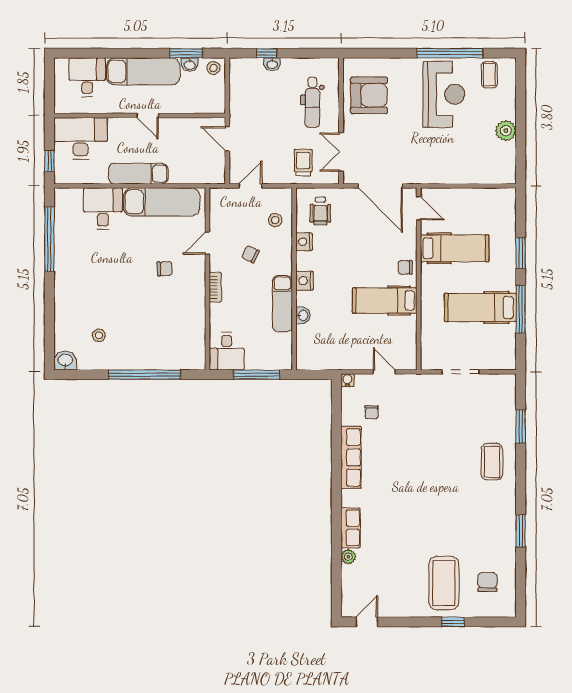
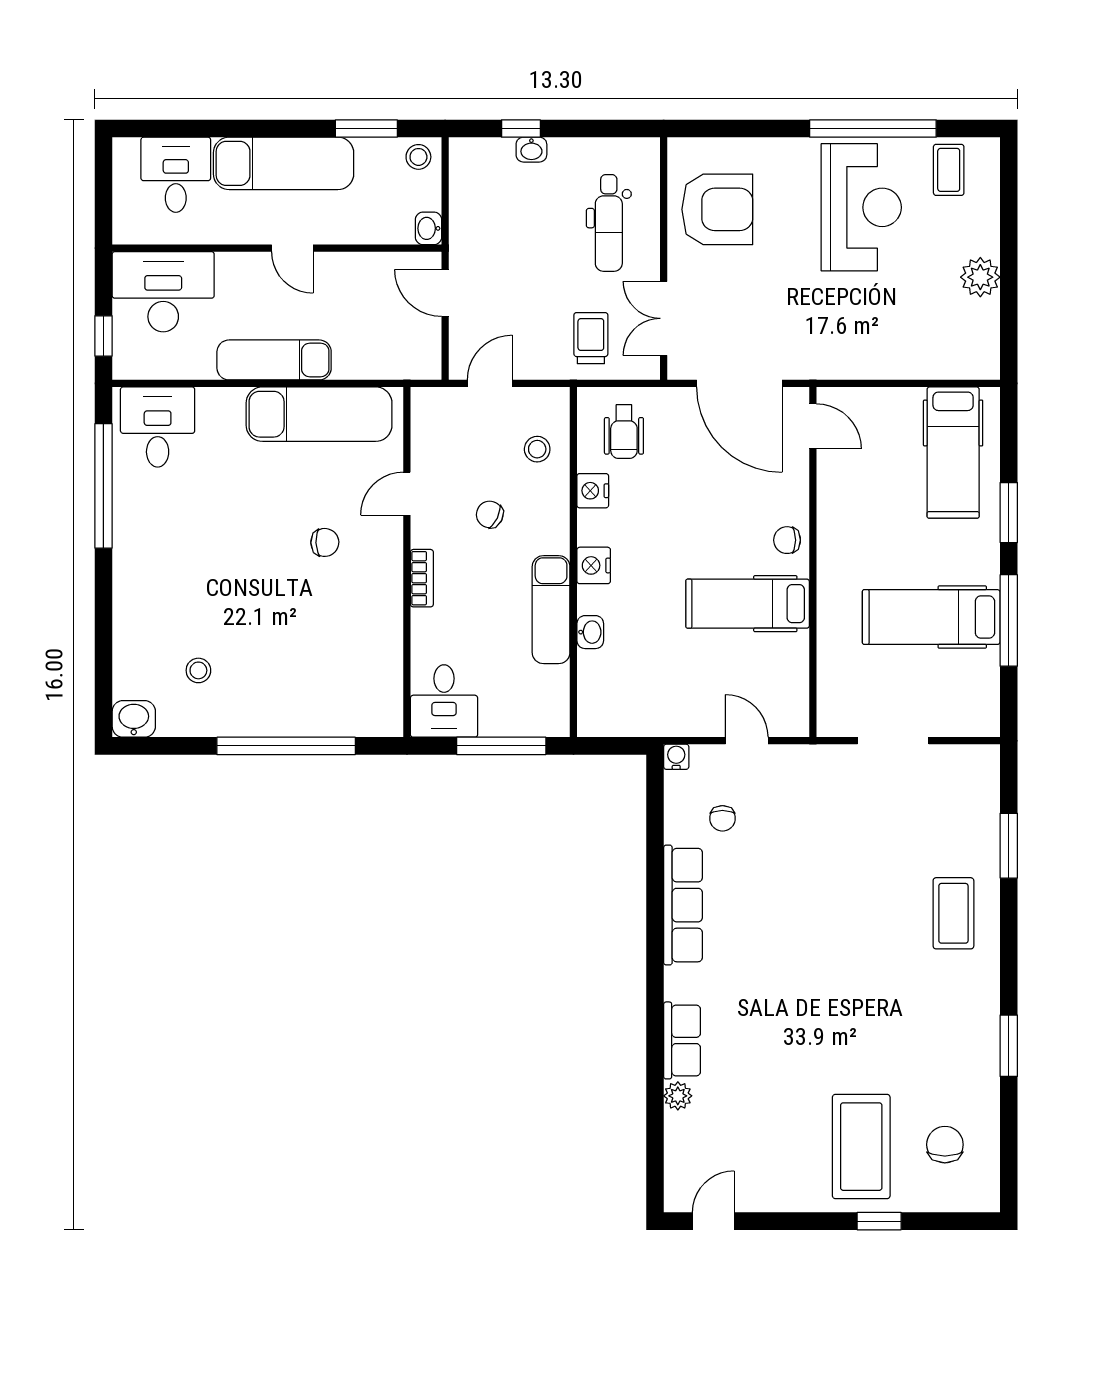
washbasin: (190, 65) -> (428, 228), moved, turned 90
desk: (103, 209) -> (158, 427), moved
hospital bed: (455, 248) -> (953, 453), moved, turned 90

